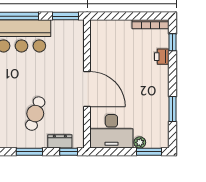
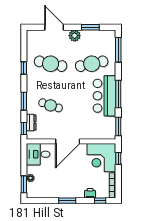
window: (112, 16) -> (118, 158), added
corner desk: (110, 40) -> (101, 158), added
window: (172, 109) -> (67, 201), moved
desk: (111, 131) -> (38, 154), width x0.73

